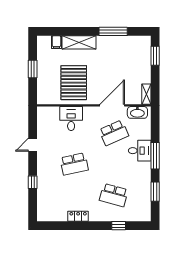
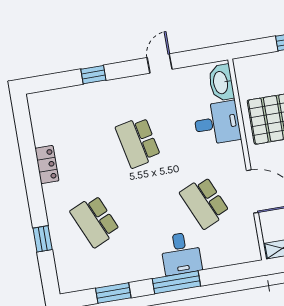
washbasin: (137, 112) -> (221, 83), moved
door: (33, 145) -> (160, 63), hinge flipped
school desk: (114, 195) -> (95, 221), turned -39

